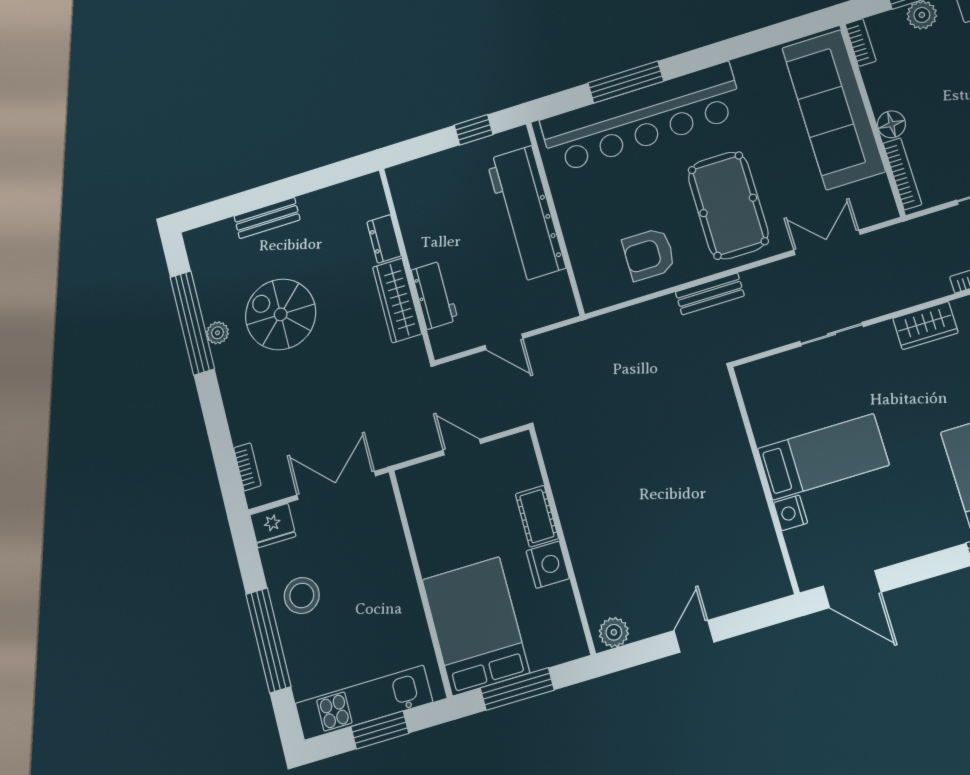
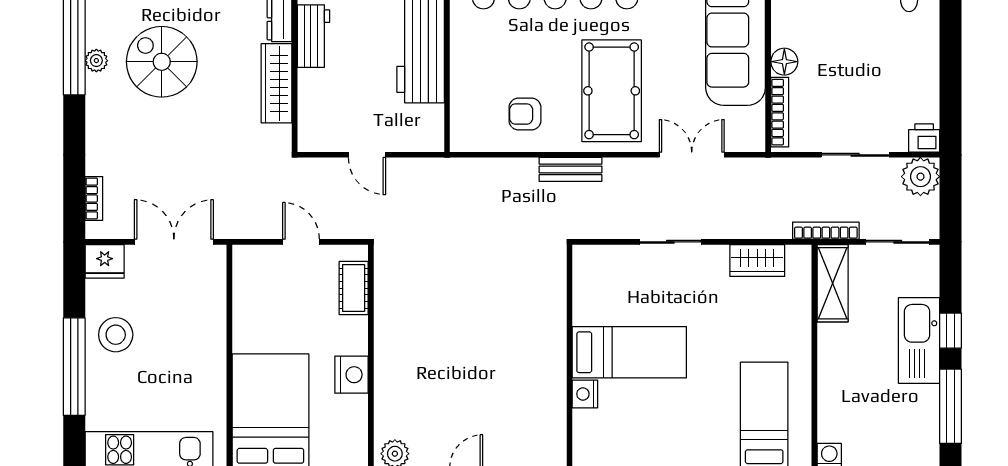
armchair: (649, 254) -> (525, 114), width x0.72, depth x0.72
workbench: (435, 295) -> (313, 36), moved
cot: (537, 516) -> (354, 288), moved

